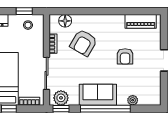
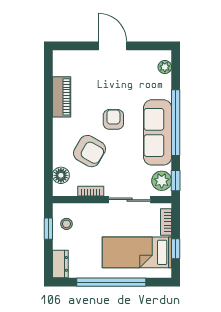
piano: (141, 21) -> (62, 97), moved
armchair: (125, 56) -> (113, 119), moved, turned -90
sofa: (98, 95) -> (158, 132), width x1.36
plant: (133, 100) -> (165, 67), moved

